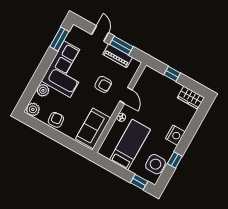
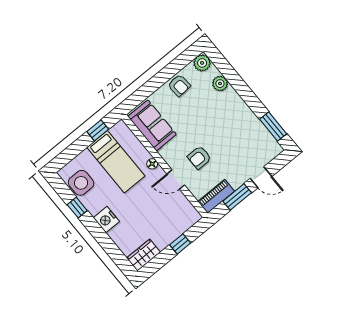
piano: (118, 56) -> (216, 196), moved
corner sofa: (67, 69) -> (234, 122), removed
window: (139, 182) -> (98, 130), moved

